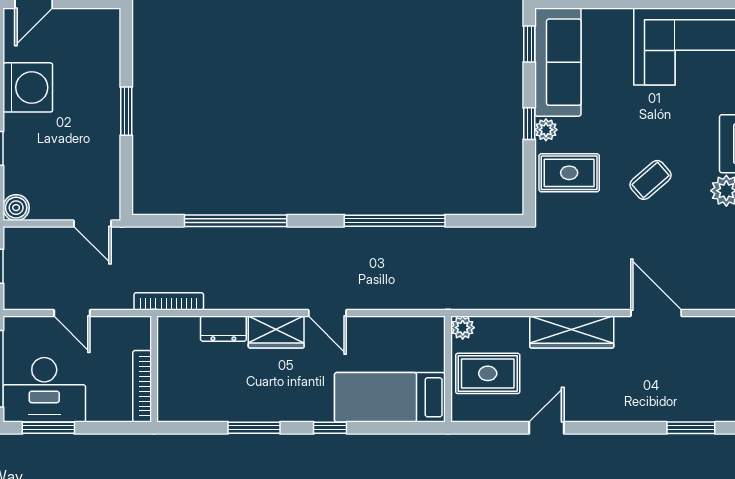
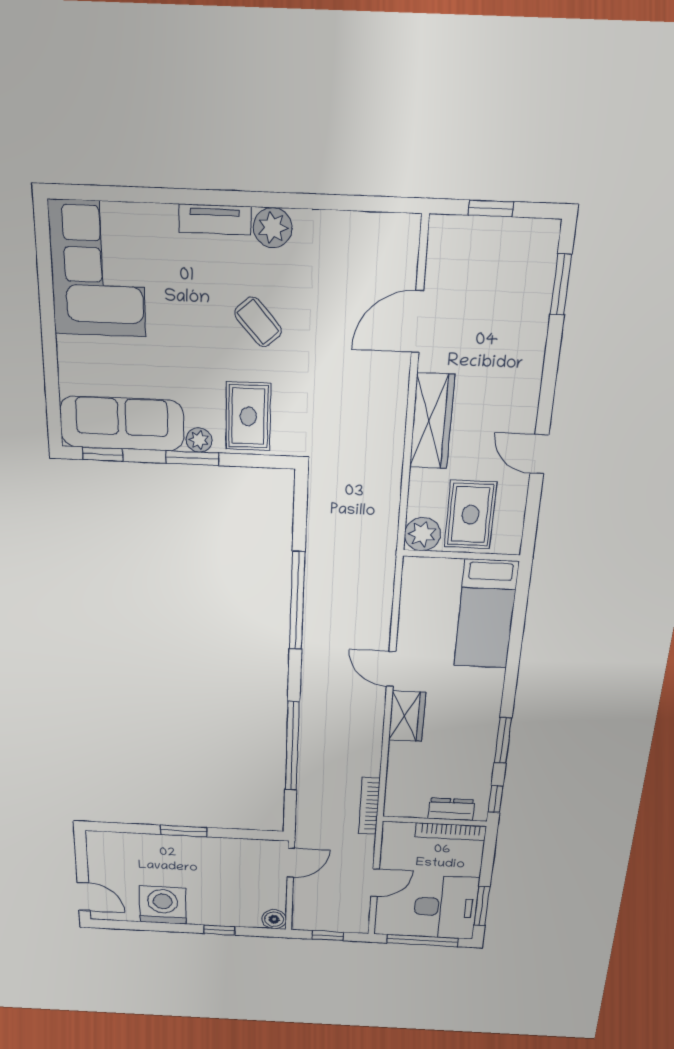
window: (529, 124) -> (192, 458), width x1.50
door: (327, 313) -> (391, 669), swing flipped
plant: (463, 328) -> (422, 534), width x1.38, depth x1.38
dresser: (223, 329) -> (451, 809), moved, turned -90
window: (330, 428) -> (495, 799), moved

